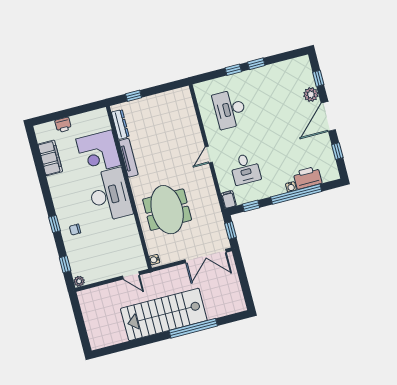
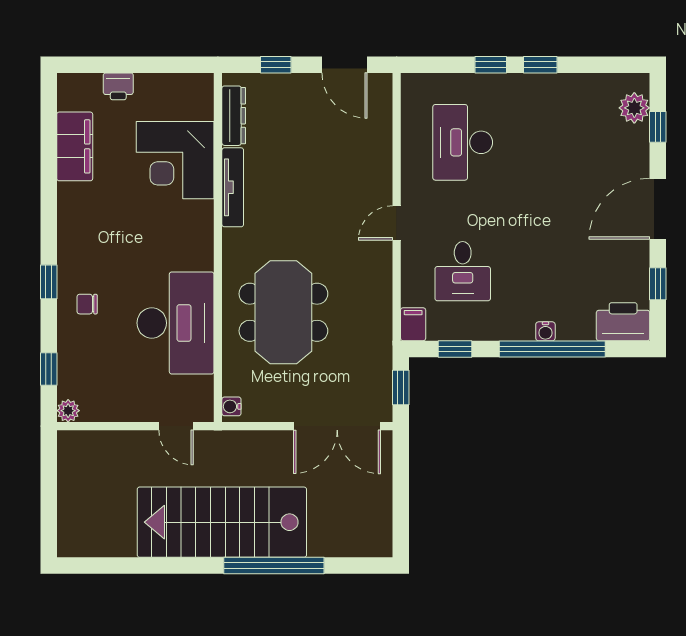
door: (165, 87) -> (345, 65), added
plant: (311, 95) -> (634, 108), moved
printer: (308, 178) -> (623, 322), moved
desk: (110, 195) -> (176, 323), moved

